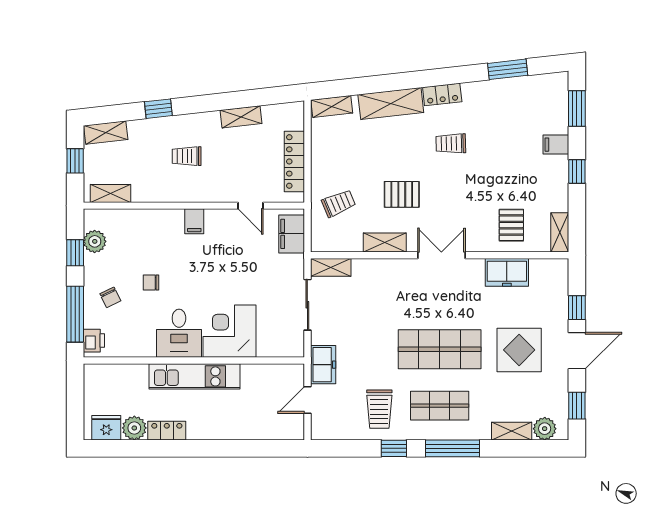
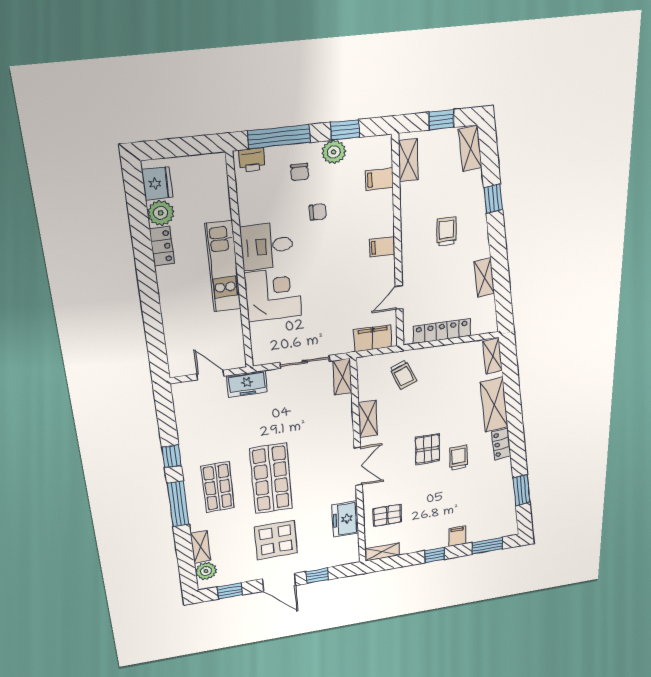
pallet: (402, 194) -> (428, 449), moved
filing cabinet: (126, 222) -> (379, 179), added
plant: (95, 241) -> (334, 152), moved
chair: (151, 283) -> (318, 212), turned 90
chair: (110, 297) -> (300, 172), turned -64
trolley: (379, 409) -> (208, 438), removed

